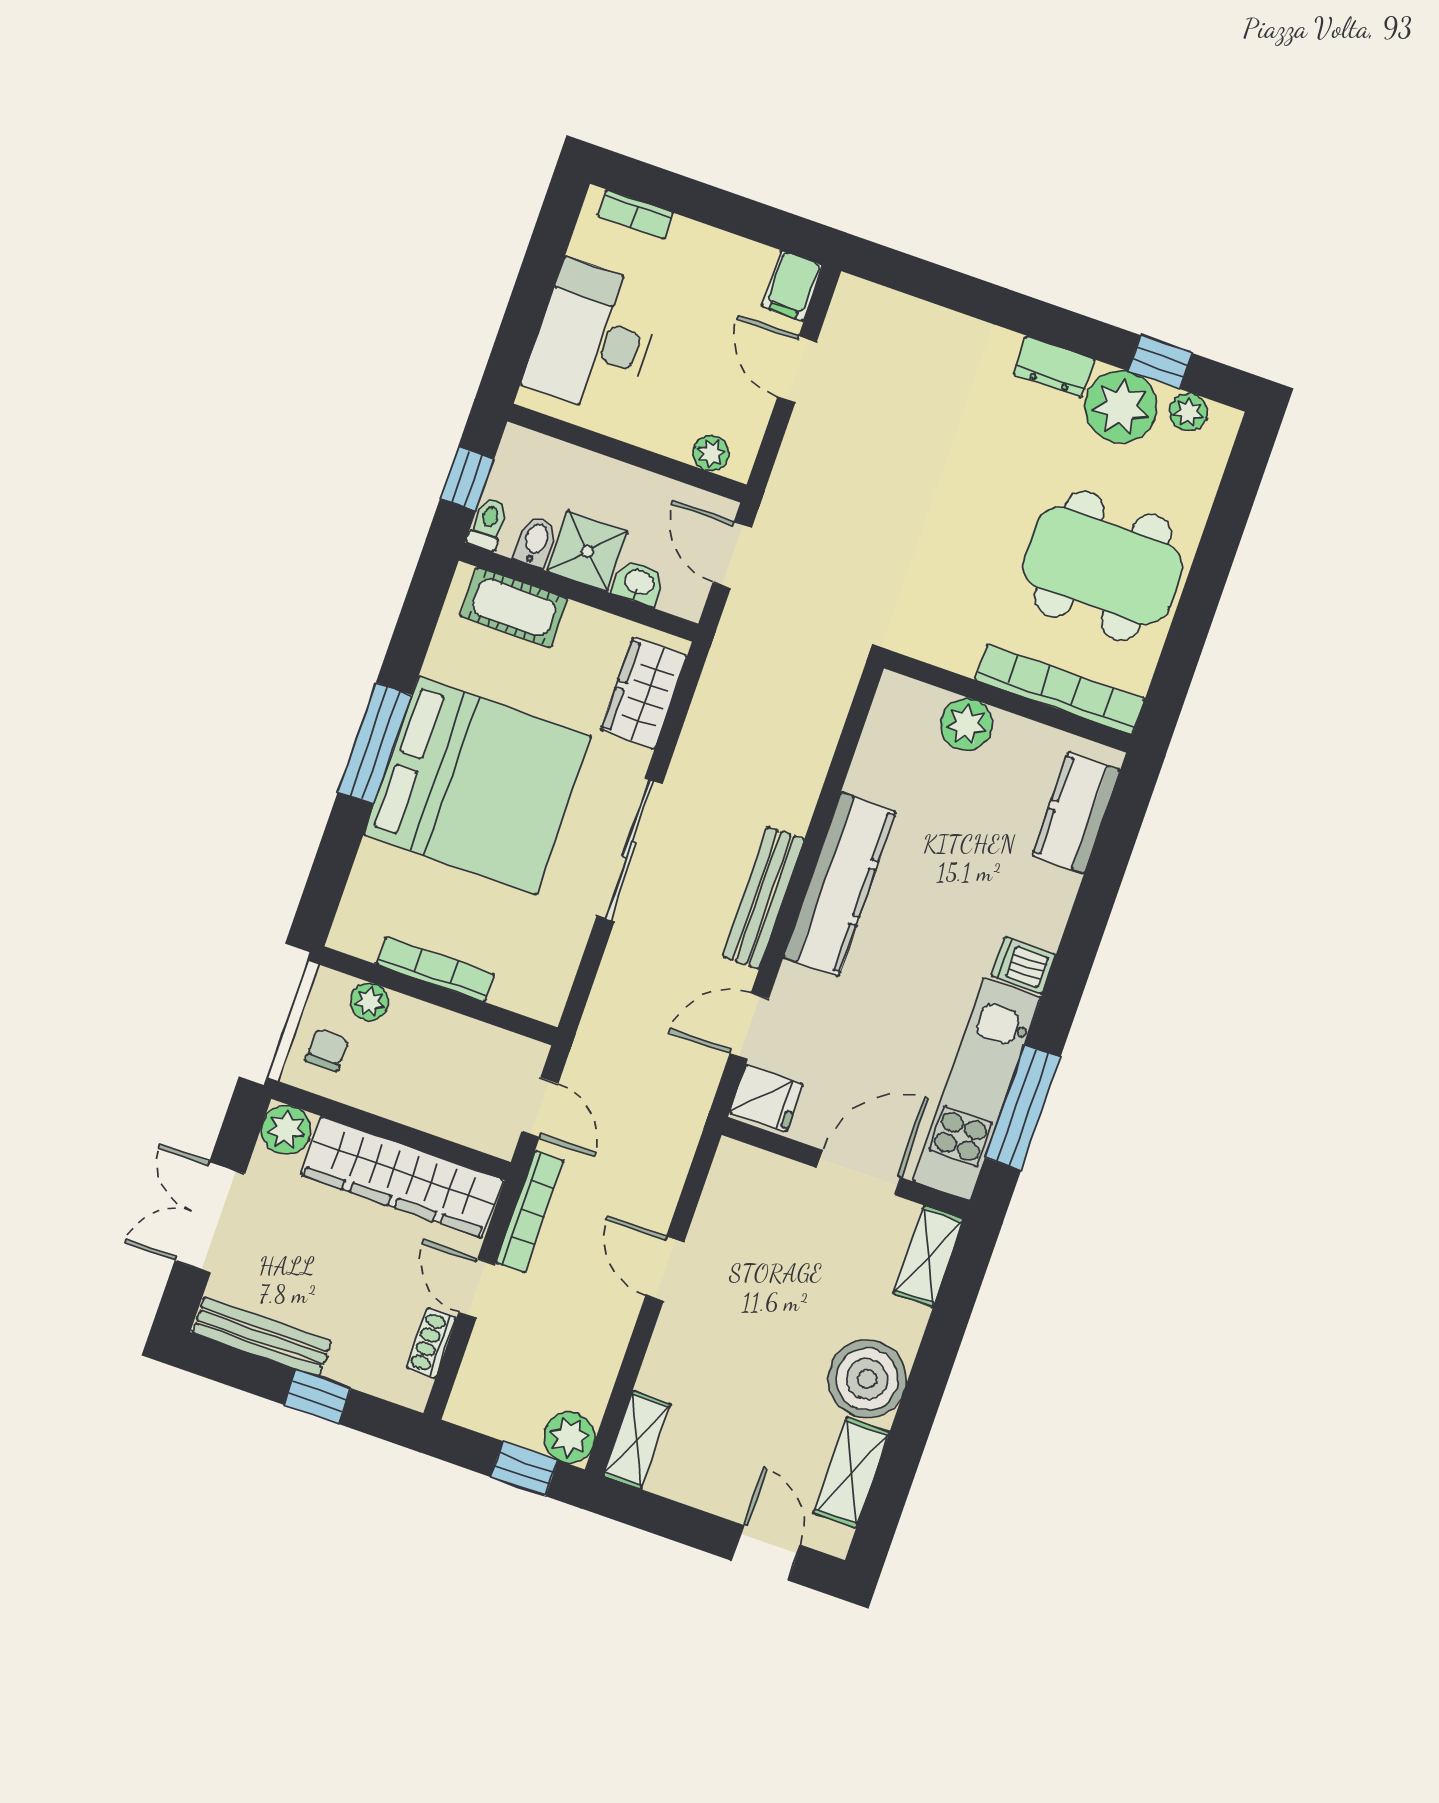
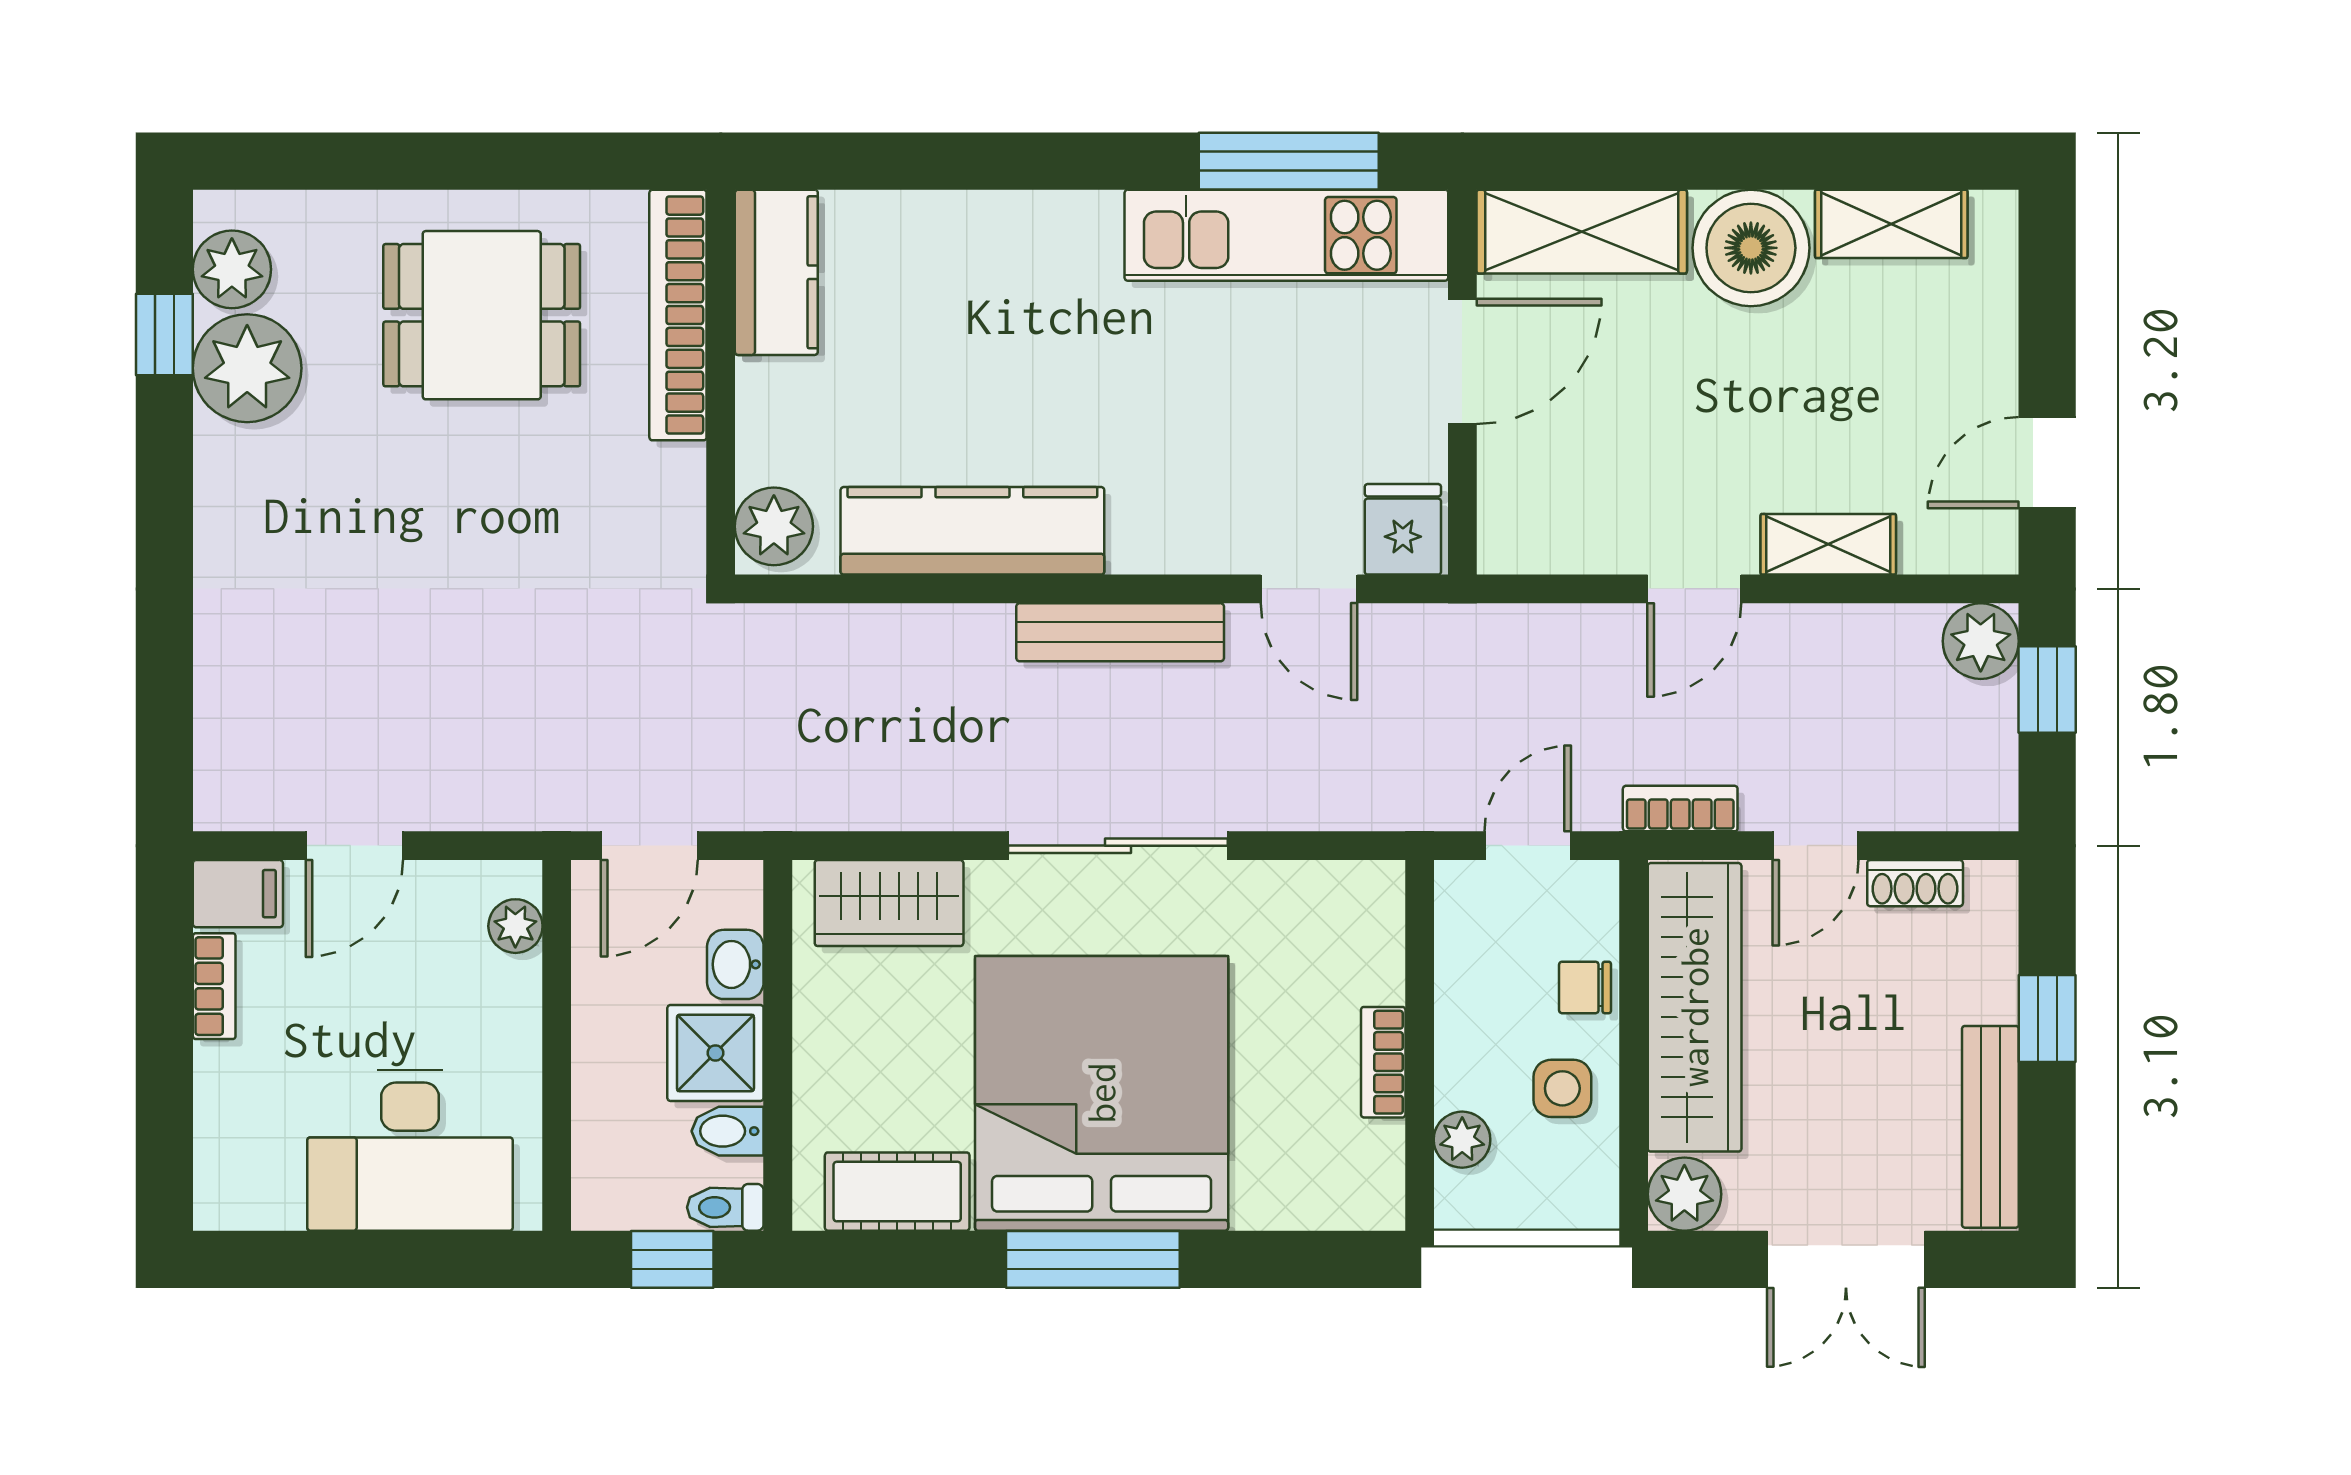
bookcase: (635, 214) -> (214, 986), moved
dresser: (1054, 367) -> (224, 482), removed
plant: (1189, 412) -> (232, 269), width x1.38, depth x1.38
dining table: (1103, 566) -> (482, 315), width x0.73
cot: (514, 607) -> (897, 1192), moved, turned 90
plant: (966, 724) -> (774, 526), moved
kitchen counter: (1076, 813) -> (776, 272), moved, turned -90
kitchen counter: (840, 884) -> (972, 531), moved
dishwasher: (1024, 966) -> (1087, 230), removed
bookcase: (435, 969) -> (1383, 1062), width x0.64
chair: (327, 1050) -> (1585, 987), moved
side table: (380, 1076) -> (1562, 1088), added
door: (859, 1173) -> (1462, 361), swing flipped
bookcase: (530, 1212) -> (1680, 809), width x0.64
shelving: (929, 1256) -> (1582, 232), width x1.50, depth x1.33
shelving: (637, 1440) -> (1828, 544), moved
door: (766, 1553) -> (2047, 463), moved

